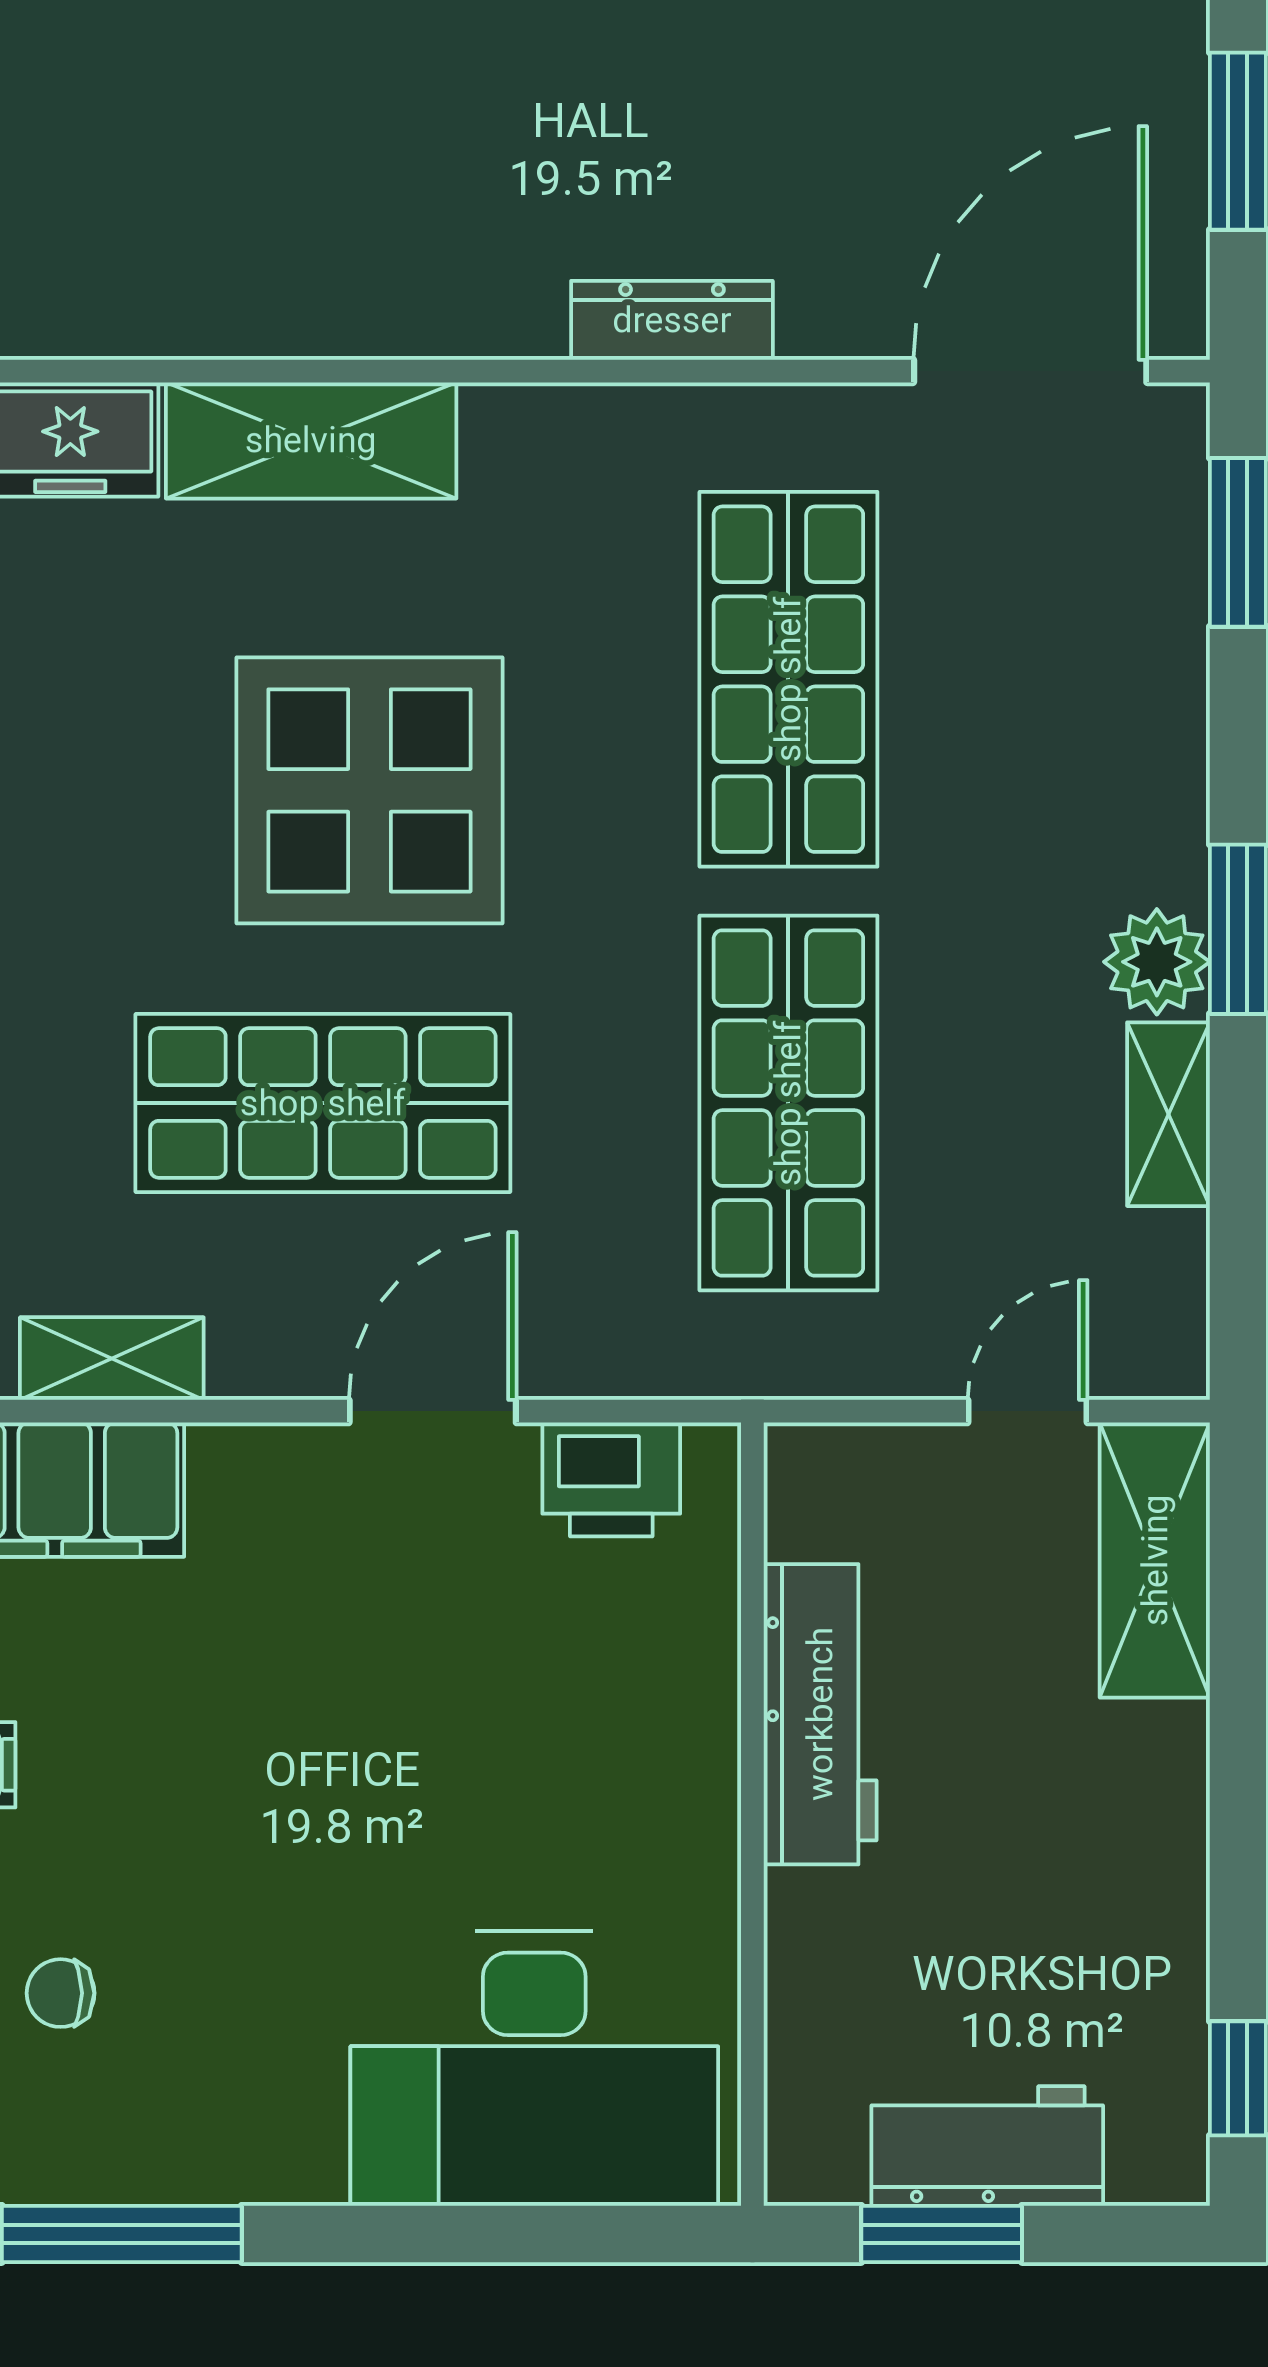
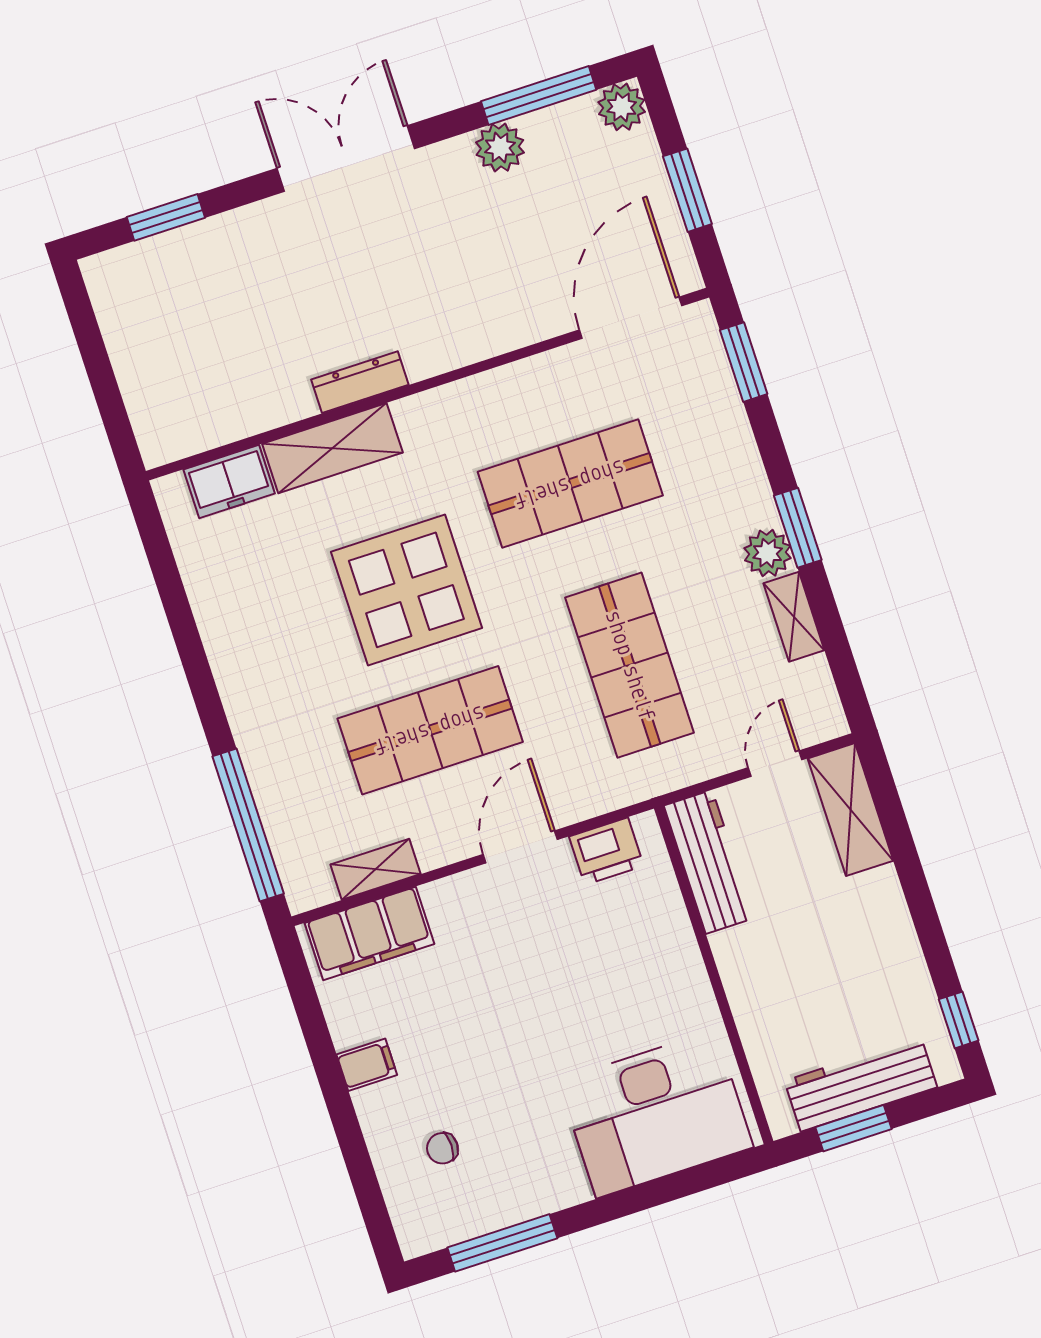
dresser: (672, 320) -> (360, 382), moved
shop shelf: (788, 679) -> (570, 484), turned 90
workbench: (820, 1714) -> (709, 862), moved
workbench: (987, 2146) -> (861, 1084), width x1.38

